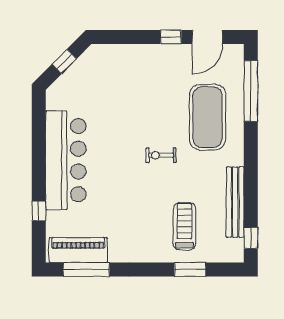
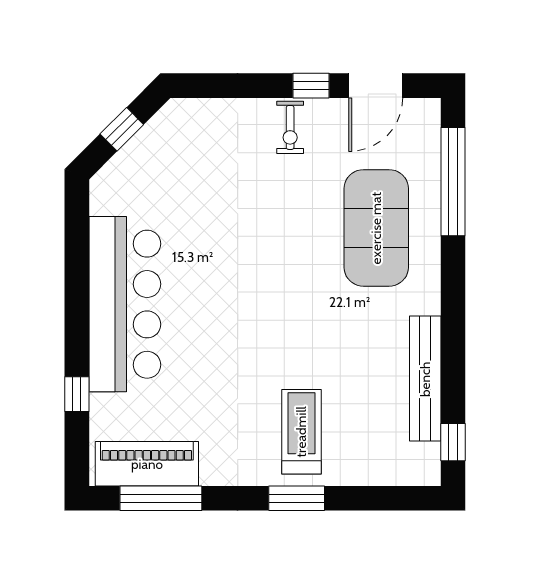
exercise bike: (161, 155) -> (290, 127), moved, turned -90
treadmill: (184, 226) -> (301, 432), moved
window: (190, 270) -> (297, 498), moved

